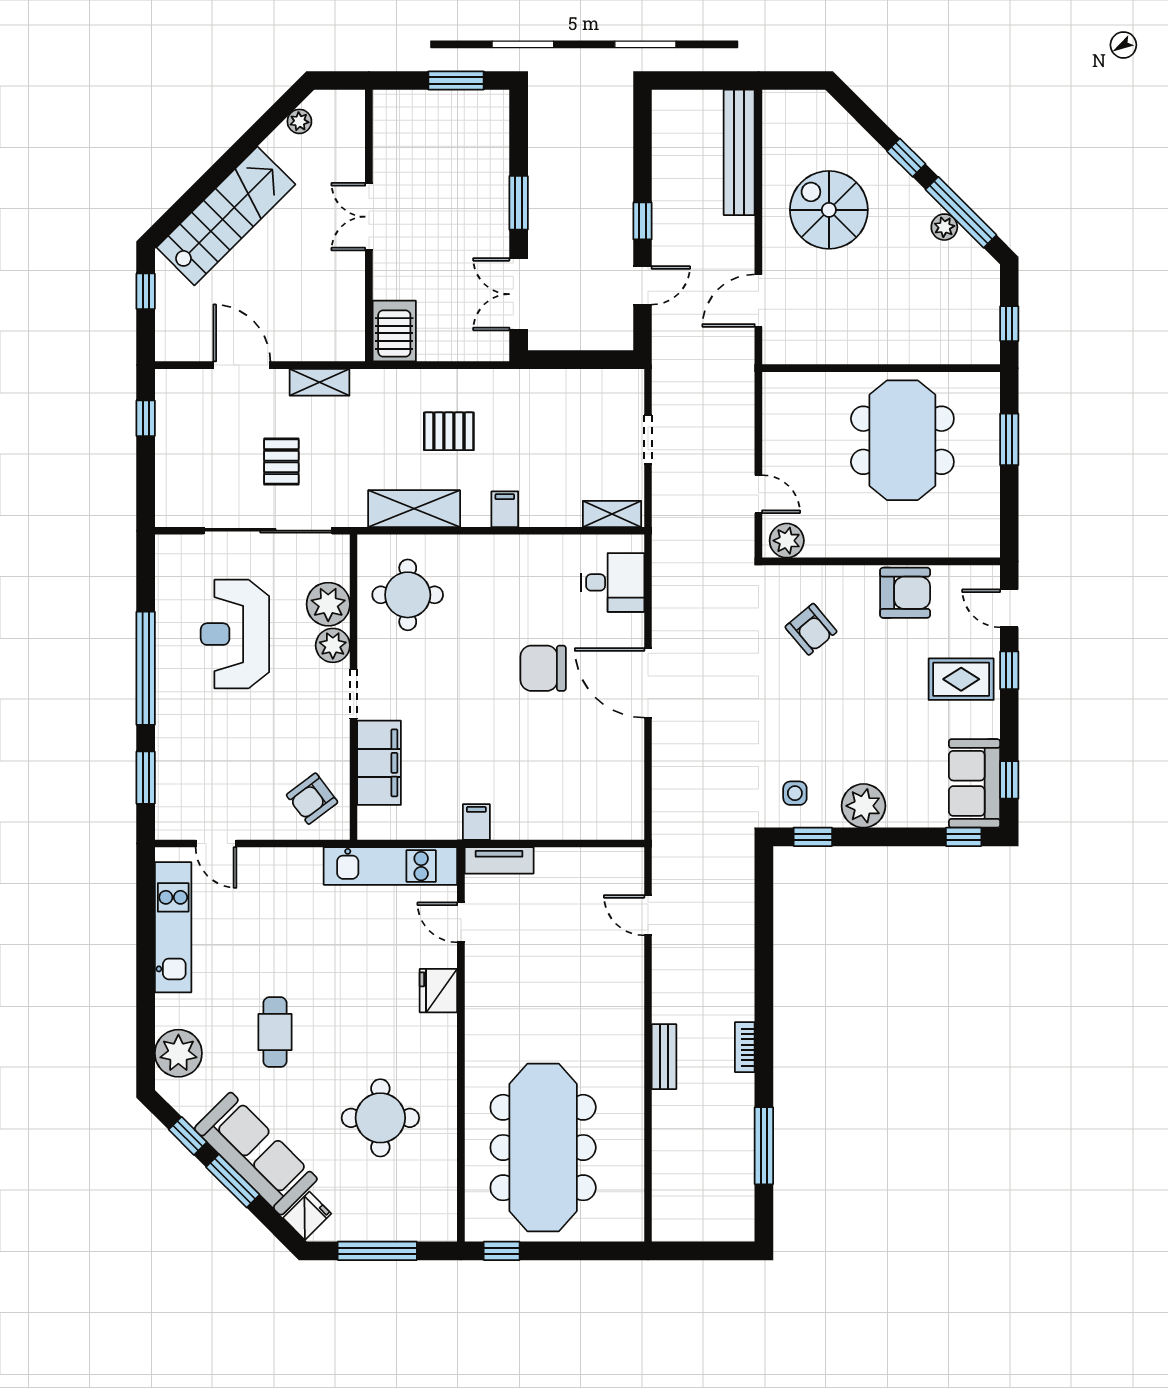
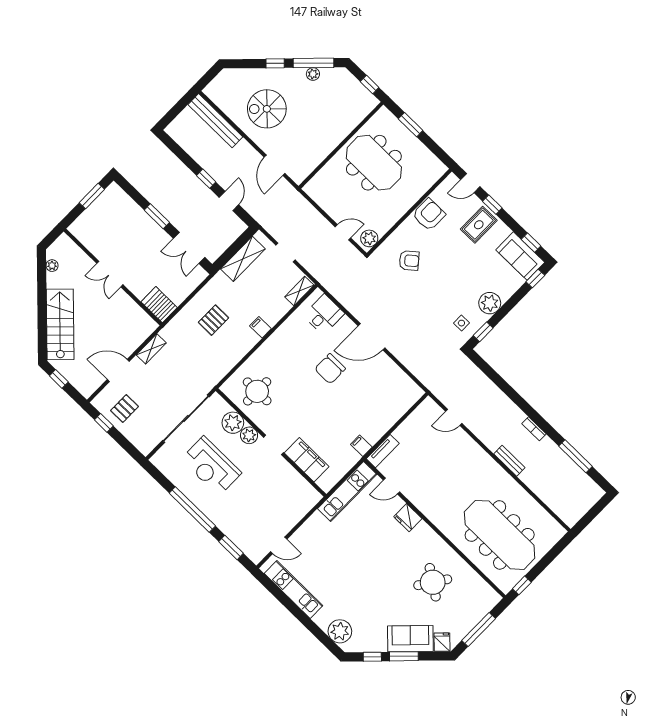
pallet: (281, 462) -> (125, 409), moved, turned 90
shelving: (414, 509) -> (243, 259), moved
armchair: (312, 799) -> (296, 496), removed
cafe table: (275, 1032) -> (366, 590), removed
round table: (380, 1118) -> (433, 582), turned 34
sofa: (256, 1154) -> (410, 639), width x0.73

